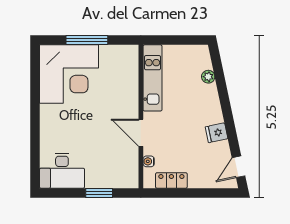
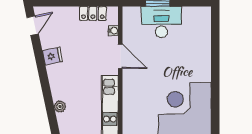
desk: (62, 171) -> (161, 22), moved

